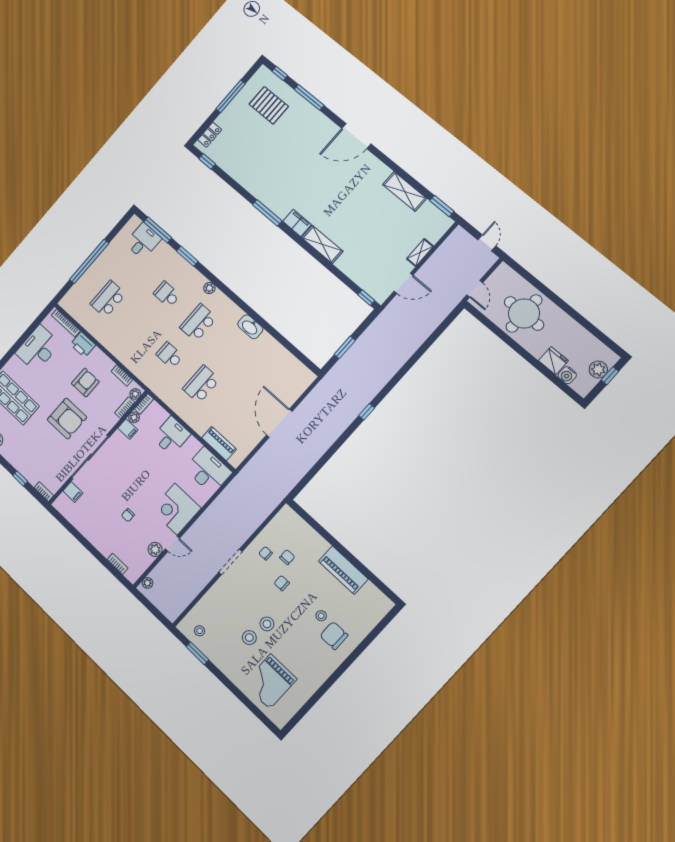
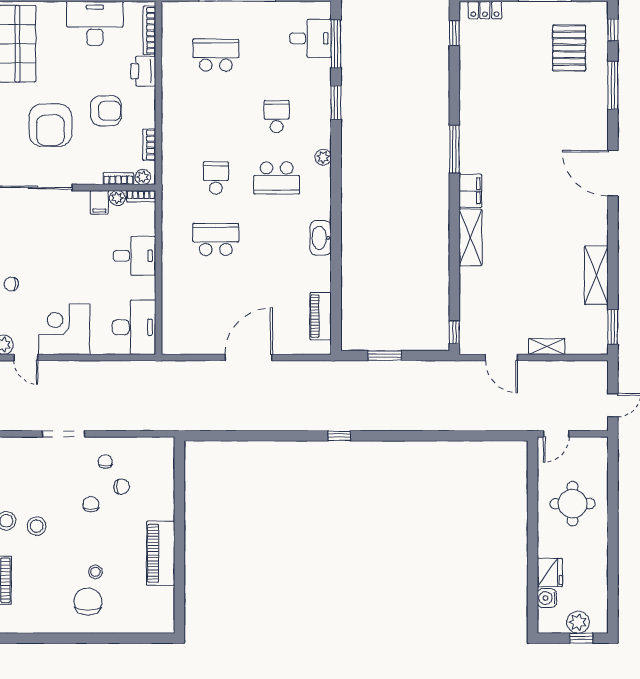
round table: (524, 313) -> (573, 504), width x0.73, depth x0.73
school desk: (198, 323) -> (277, 178), turned 180
piano: (219, 444) -> (321, 316), moved, turned 180

